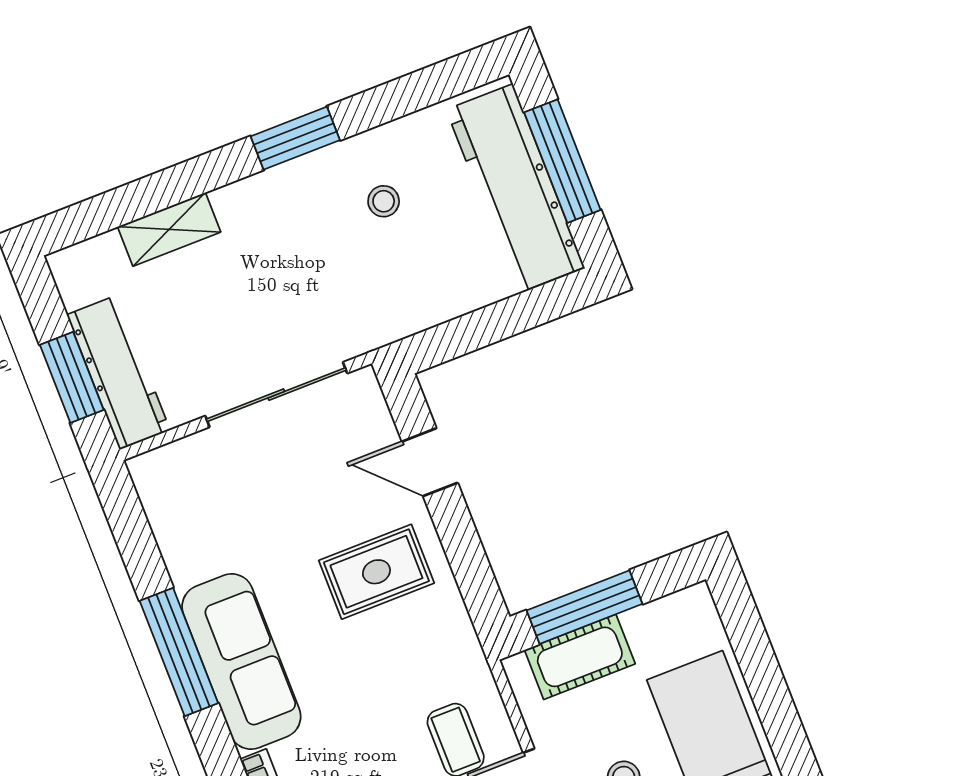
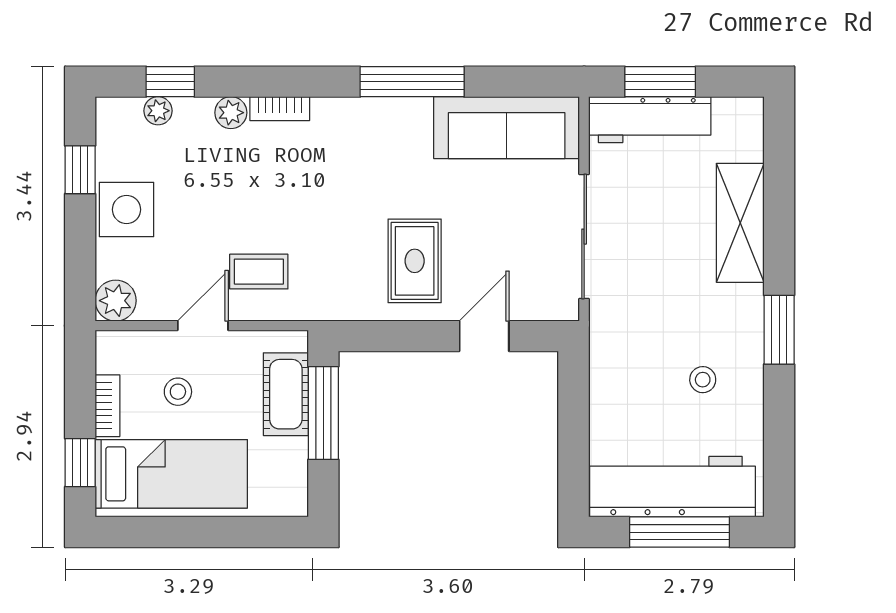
shelving: (169, 229) -> (740, 223), width x1.50, depth x1.33
sofa: (241, 662) -> (507, 128), moved

